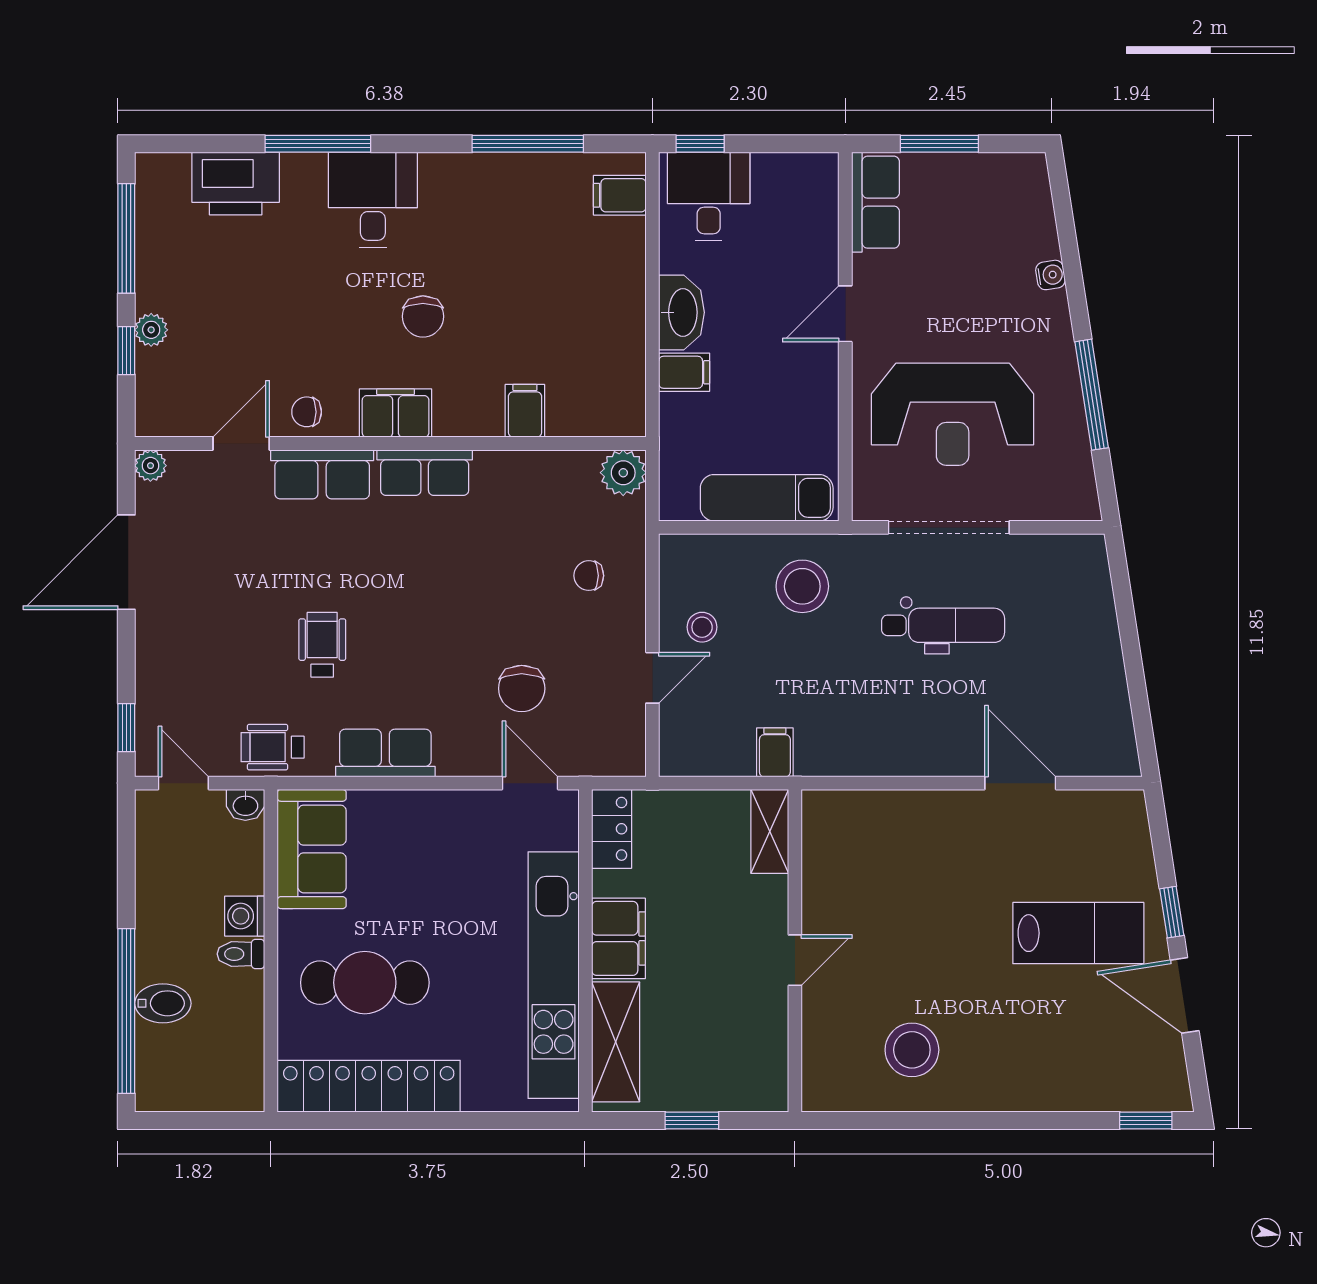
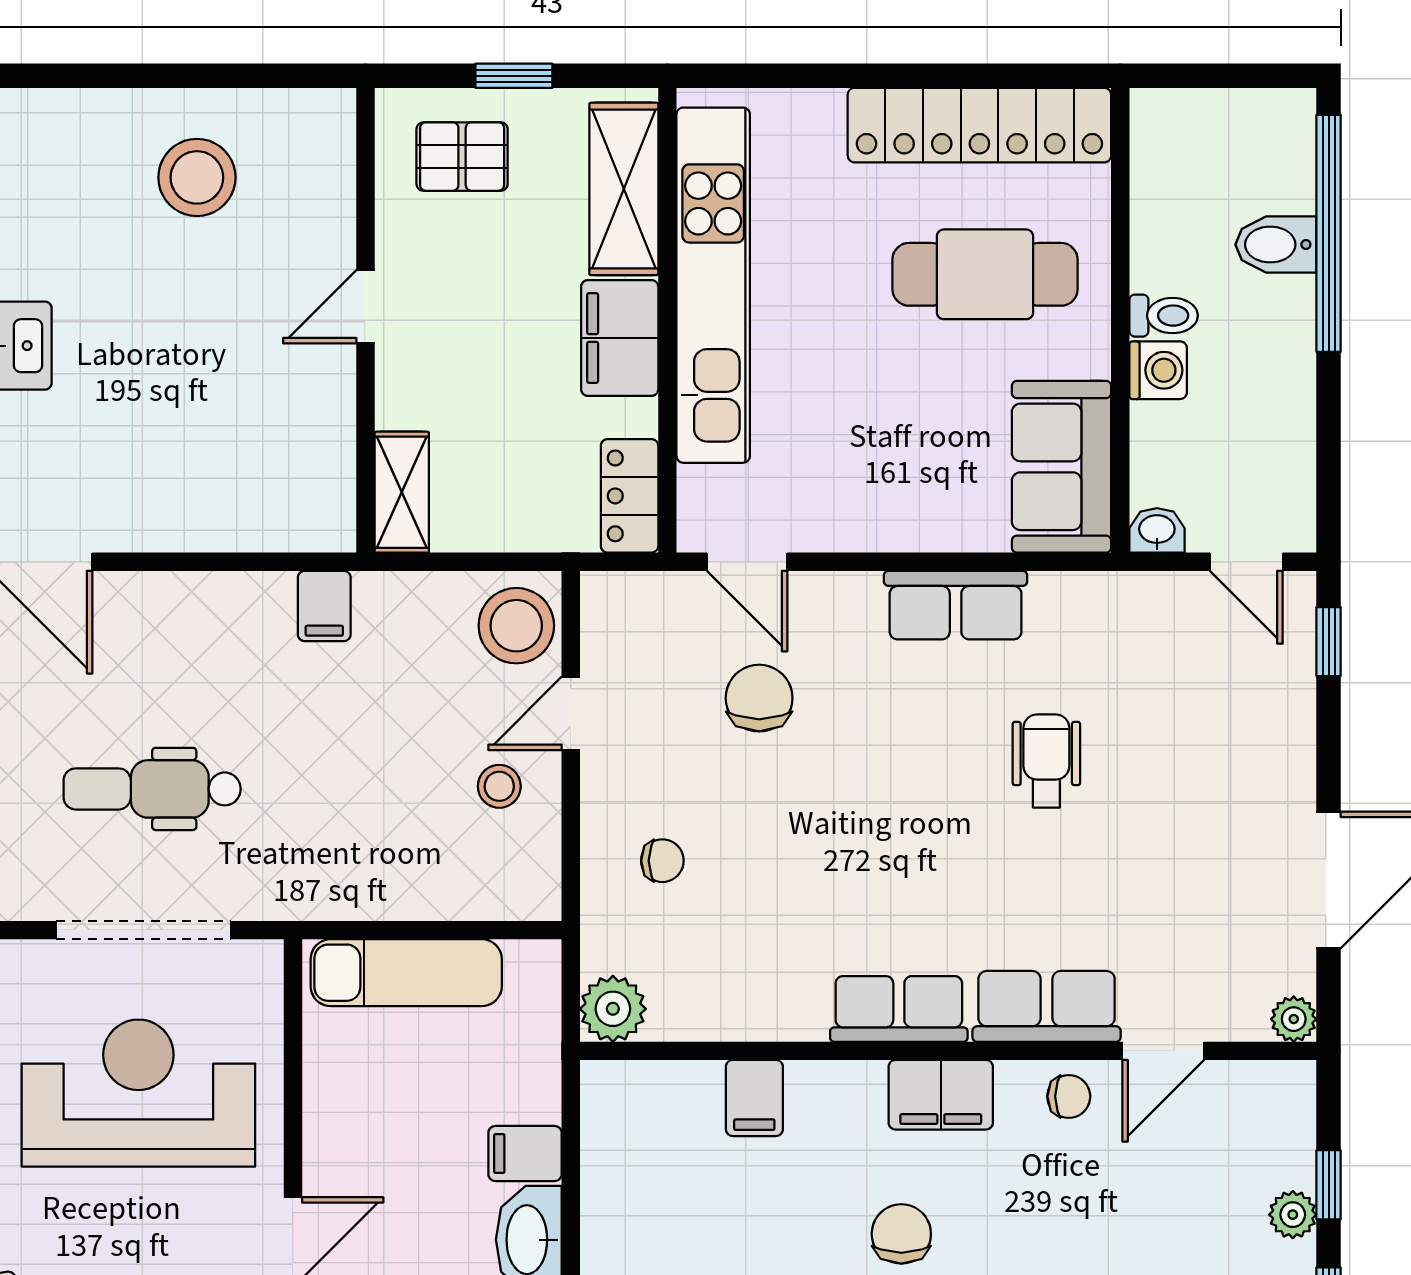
stool: (802, 586) -> (516, 626), moved
wheelchair: (322, 645) -> (1046, 761), turned 180
wheelchair: (273, 747) -> (1118, 614), removed
filing cabinet: (775, 752) -> (324, 606), moved
pallet: (728, 1064) -> (462, 157), added

